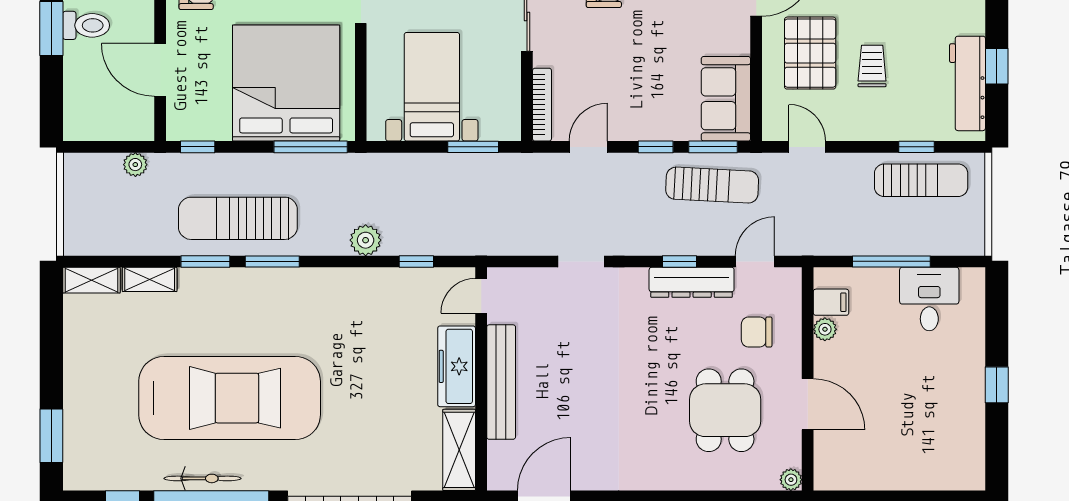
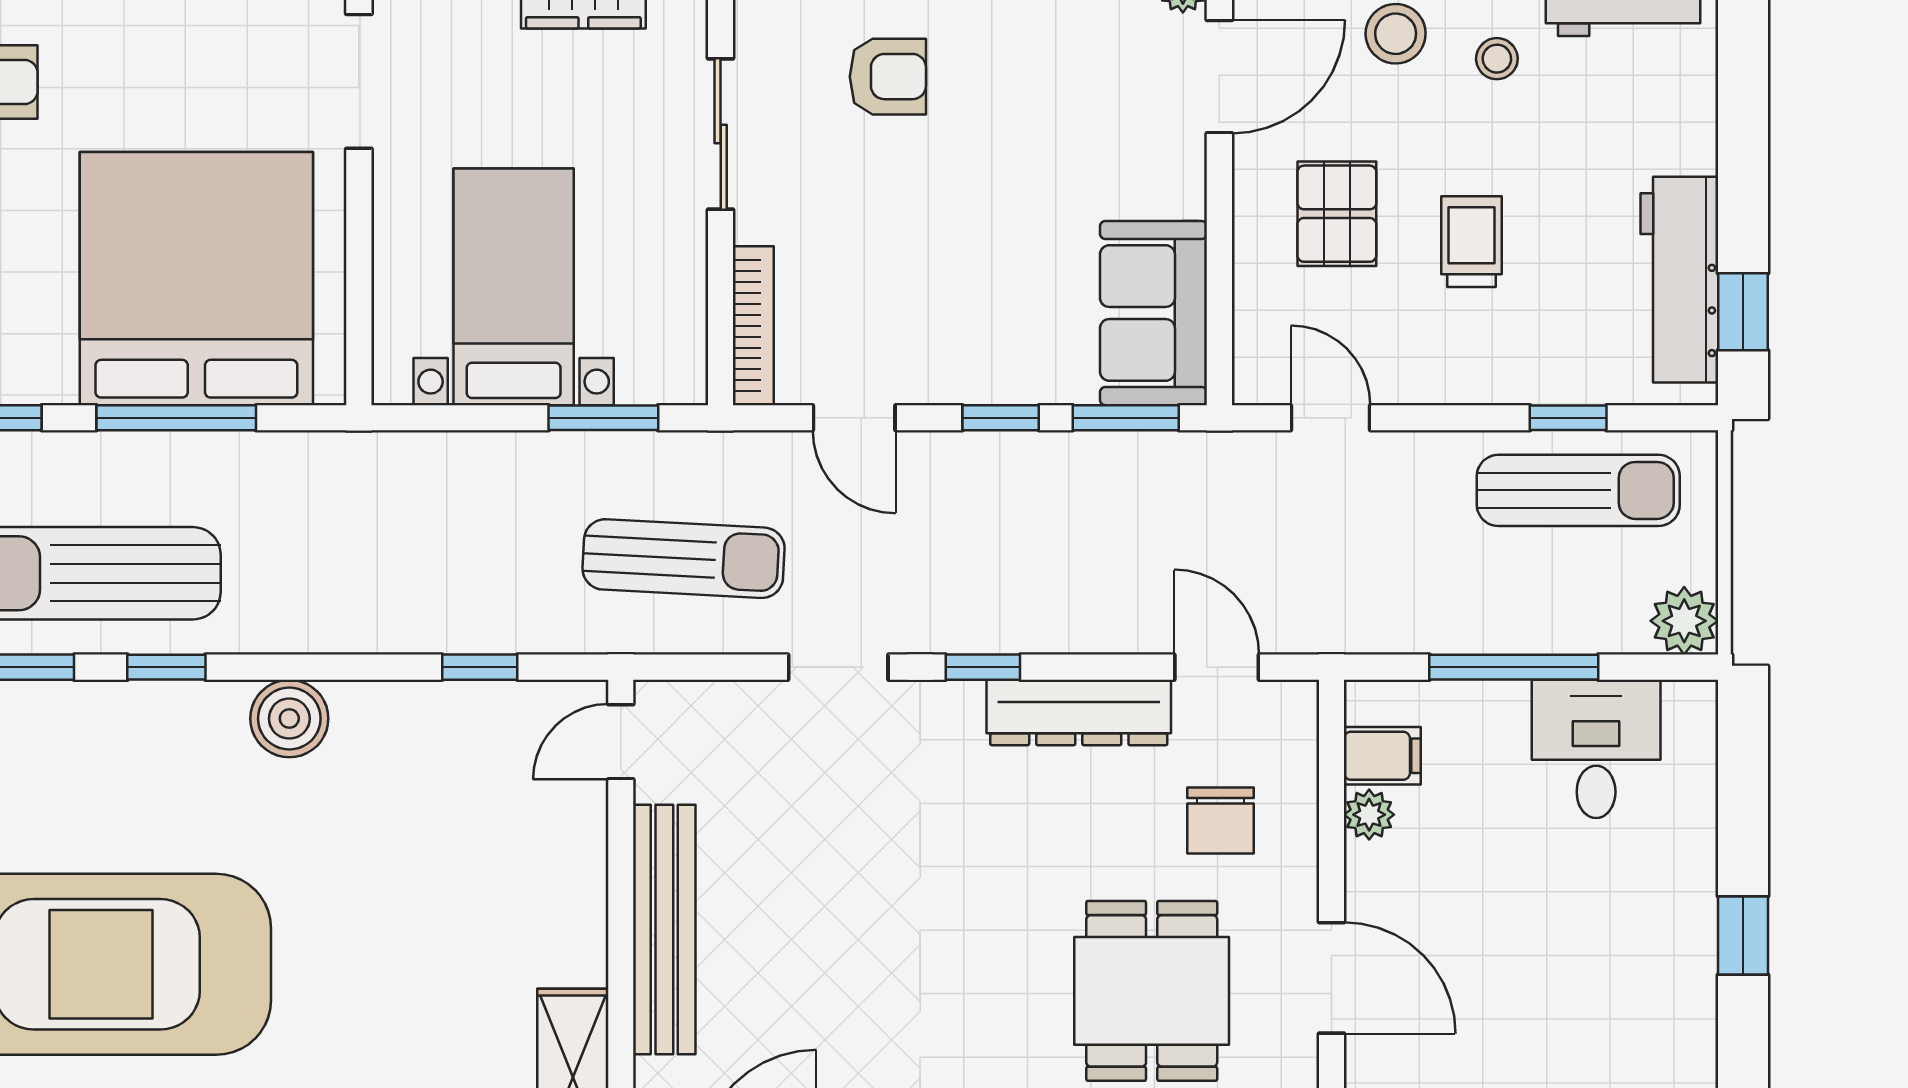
pallet: (810, 53) -> (1337, 214), width x0.67, depth x0.71
window: (997, 66) -> (1743, 312), moved
window: (311, 147) -> (176, 418), moved
door: (588, 147) -> (854, 418), swing flipped
sun lounger: (712, 185) -> (684, 559), moved
plant: (366, 240) -> (1684, 621), moved
window: (272, 261) -> (166, 667), width x0.67
window: (680, 261) -> (983, 667), moved
door: (755, 261) -> (1217, 667), hinge flipped
boiler: (329, 285) -> (289, 719), added
chair: (757, 332) -> (1221, 821), turned -90
freezer: (457, 366) -> (567, 895), removed

